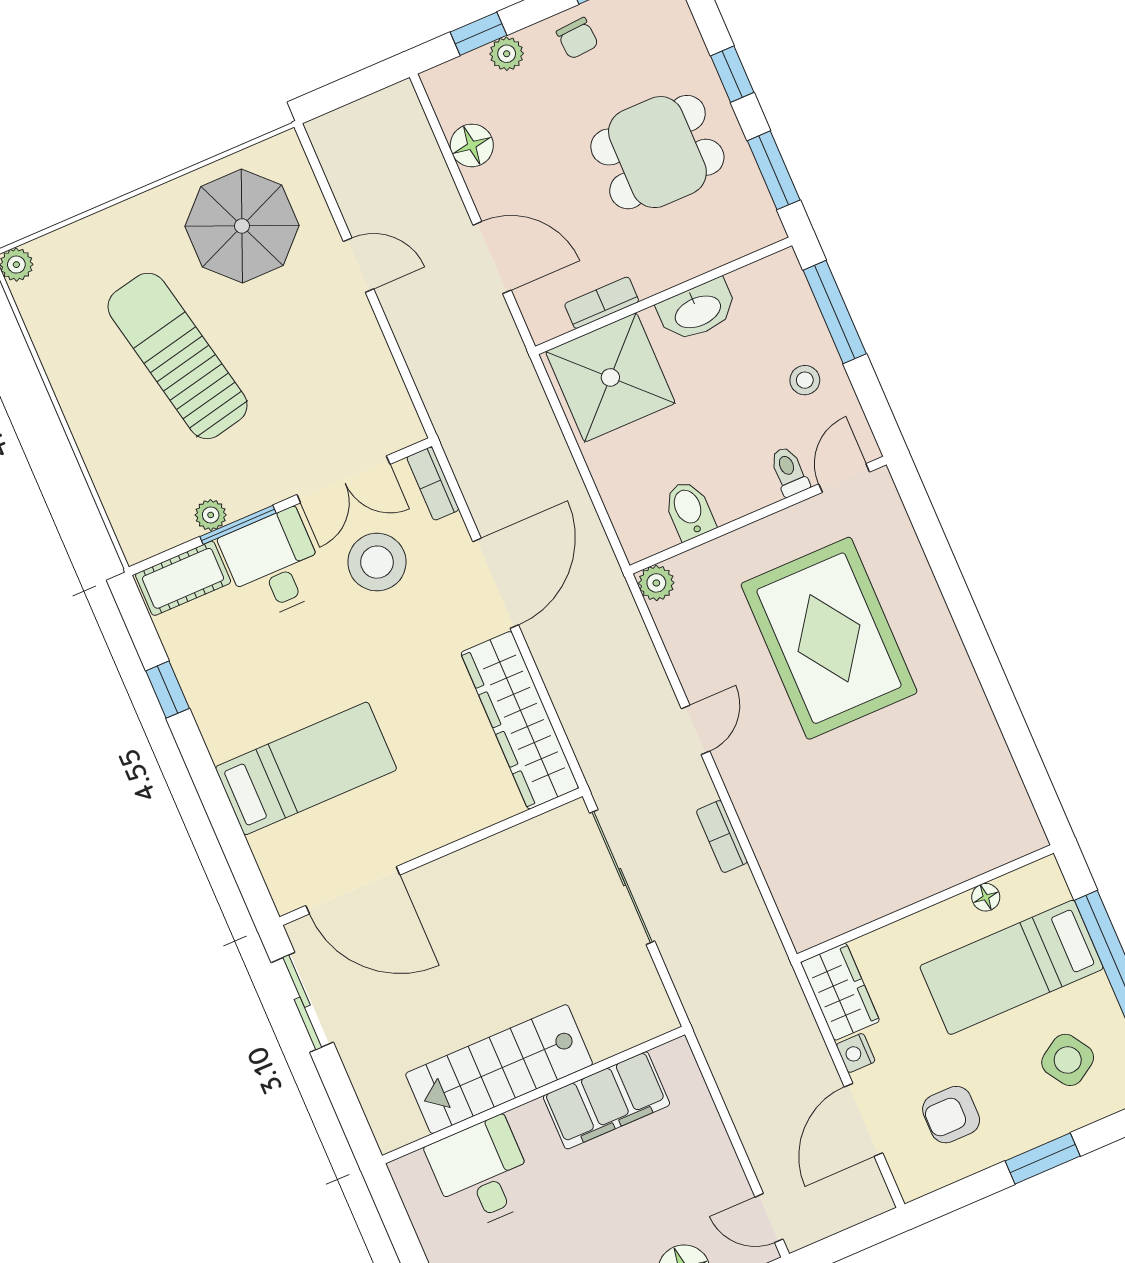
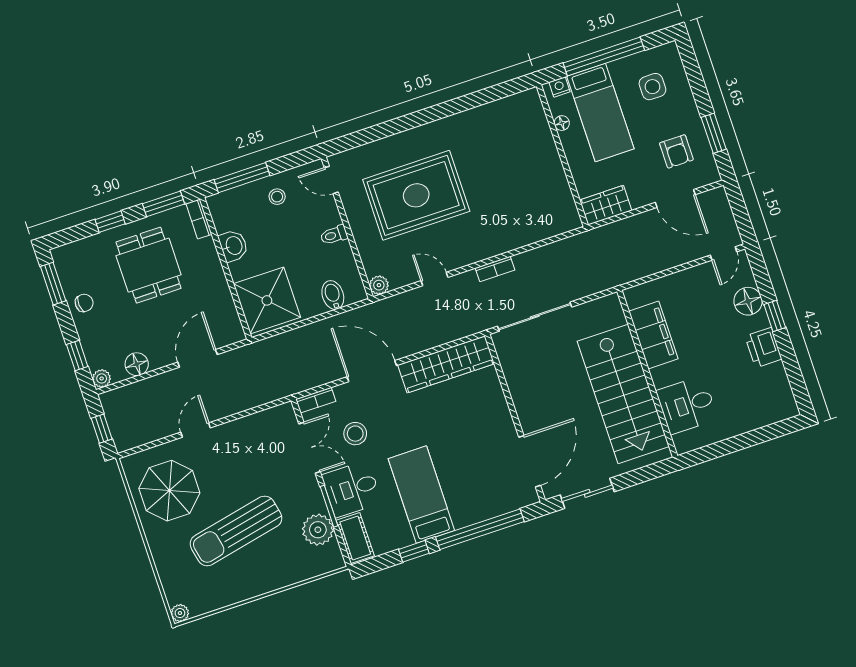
plant: (507, 54) -> (102, 378), moved
window: (347, 90) -> (102, 429), added
bookcase: (602, 303) -> (199, 219), moved
washbasin: (697, 311) -> (233, 246), width x0.72
toilet: (789, 471) -> (334, 235), moved
bidet: (689, 510) -> (333, 295), moved, turned 90
plant: (211, 515) -> (318, 530), width x1.87, depth x1.87
stool: (377, 562) -> (355, 434), width x0.73, depth x0.73
door: (696, 730) -> (434, 279), moved
bed: (306, 768) -> (421, 495), moved
window: (219, 808) -> (480, 529), added
bookcase: (722, 837) -> (495, 269), moved
nightstand: (856, 1053) -> (559, 87), moved, turned 180
side table: (1068, 1060) -> (652, 87), turned 33
stairs: (499, 1069) -> (623, 394), width x1.36, depth x1.51
window: (1043, 1158) -> (714, 133), moved

